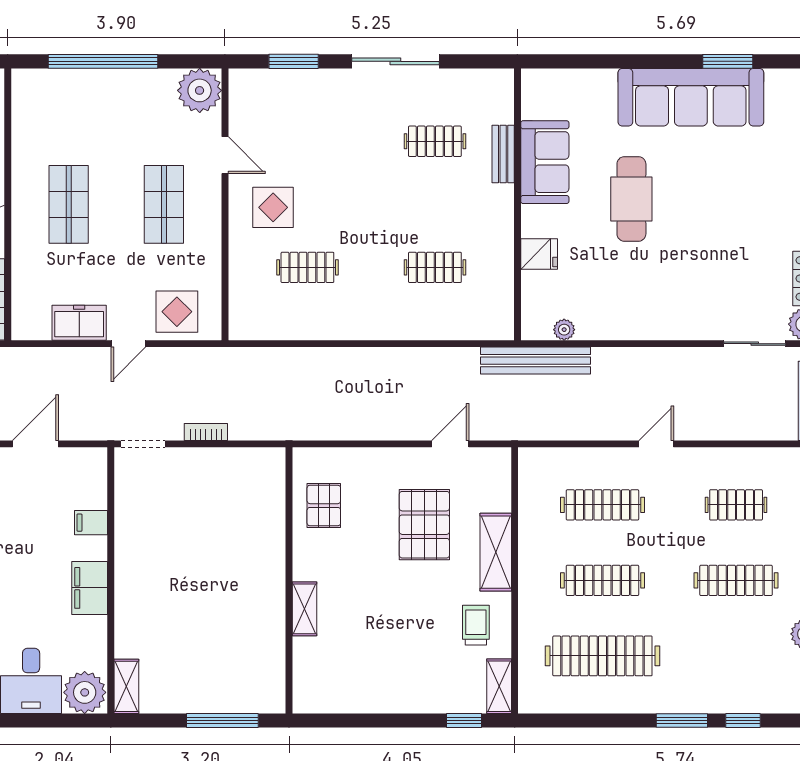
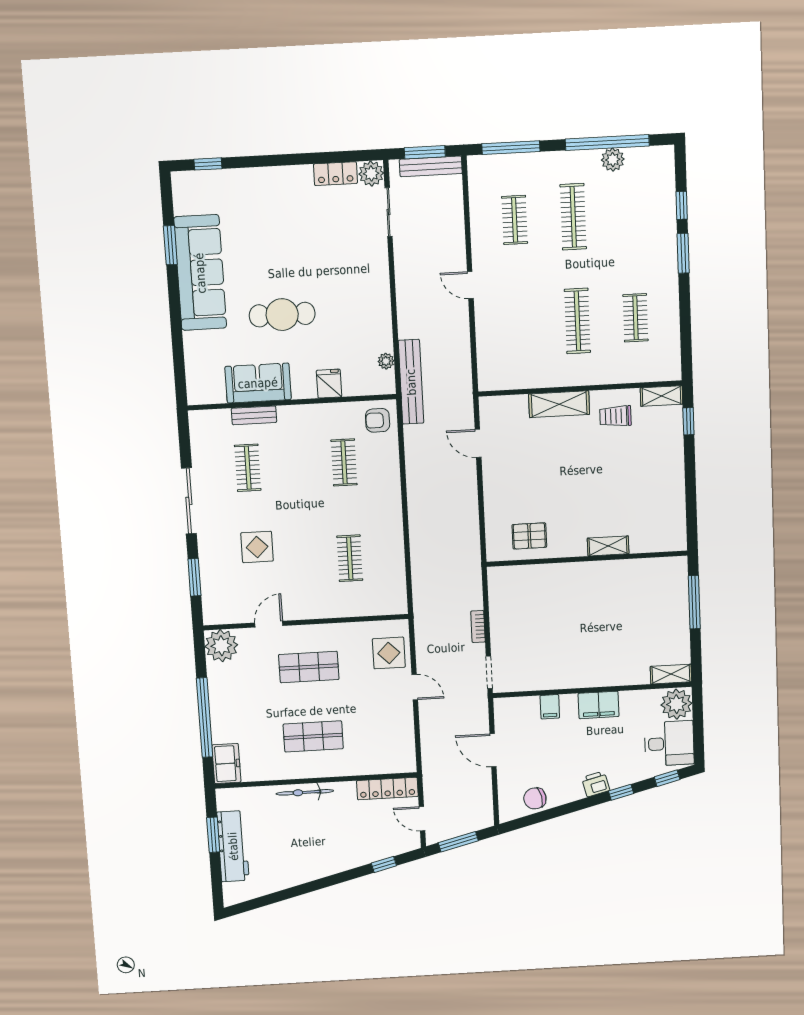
display table: (273, 207) -> (257, 547), moved
armchair: (488, 314) -> (378, 420), added
freezer: (79, 323) -> (226, 764), moved, turned 180
clothes rail: (602, 505) -> (519, 324), removed
pallet: (424, 525) -> (540, 460), removed
clothes rail: (602, 656) -> (635, 318), width x0.54, depth x0.76

